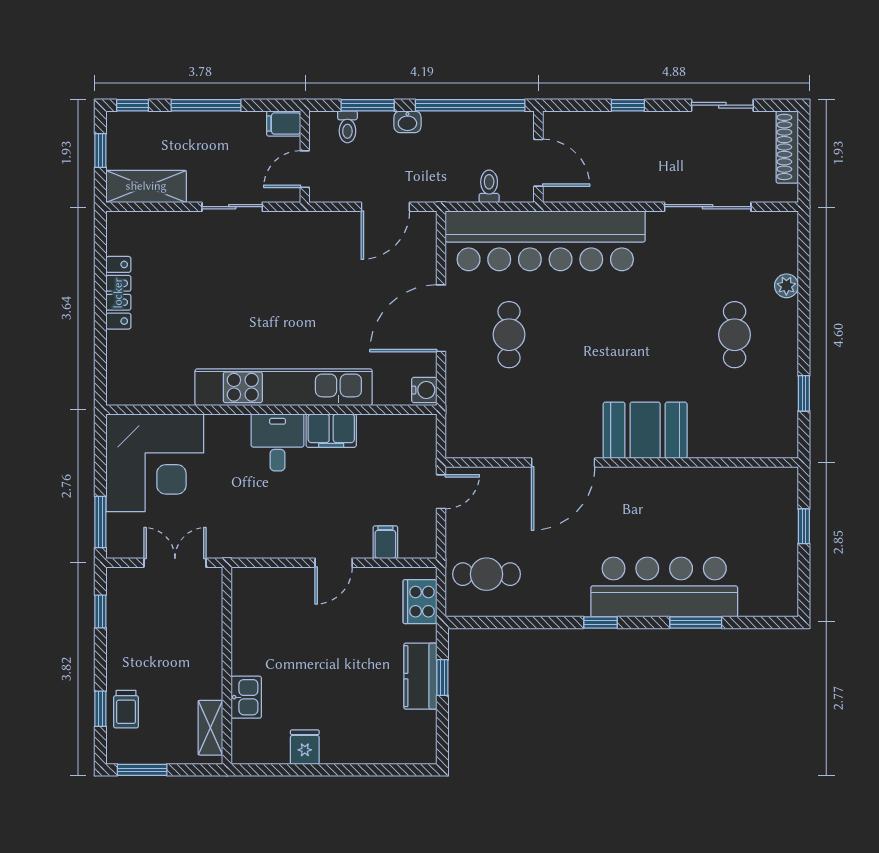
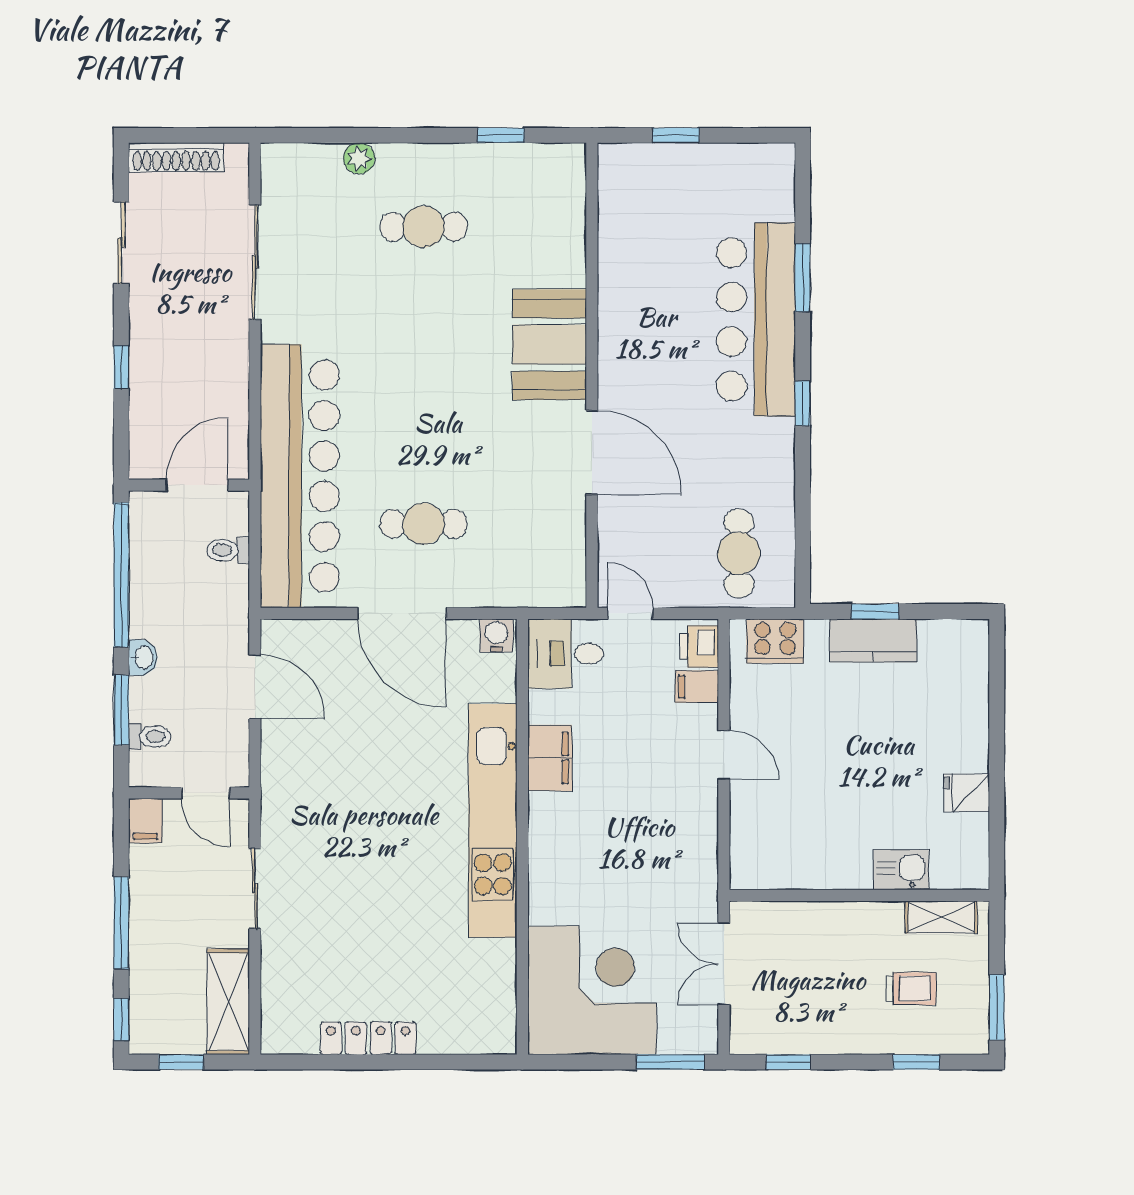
desk: (278, 442) -> (565, 654), moved
printer: (416, 544) -> (699, 646), added
trolley: (126, 709) -> (911, 989), moved

